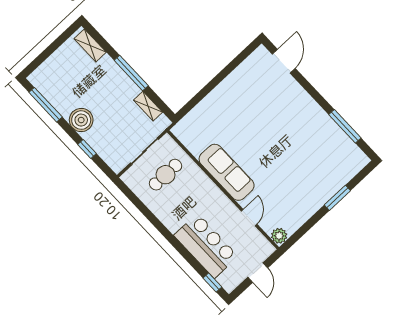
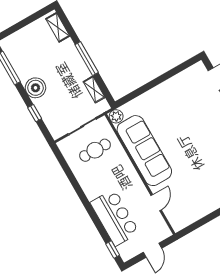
sofa: (227, 172) -> (144, 151), width x1.36, depth x1.27
plant: (279, 236) -> (116, 116), moved

